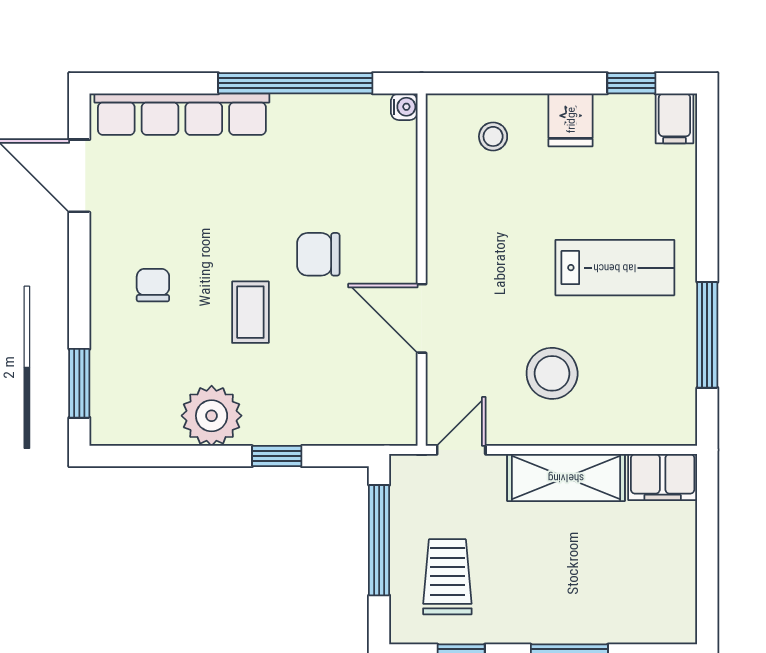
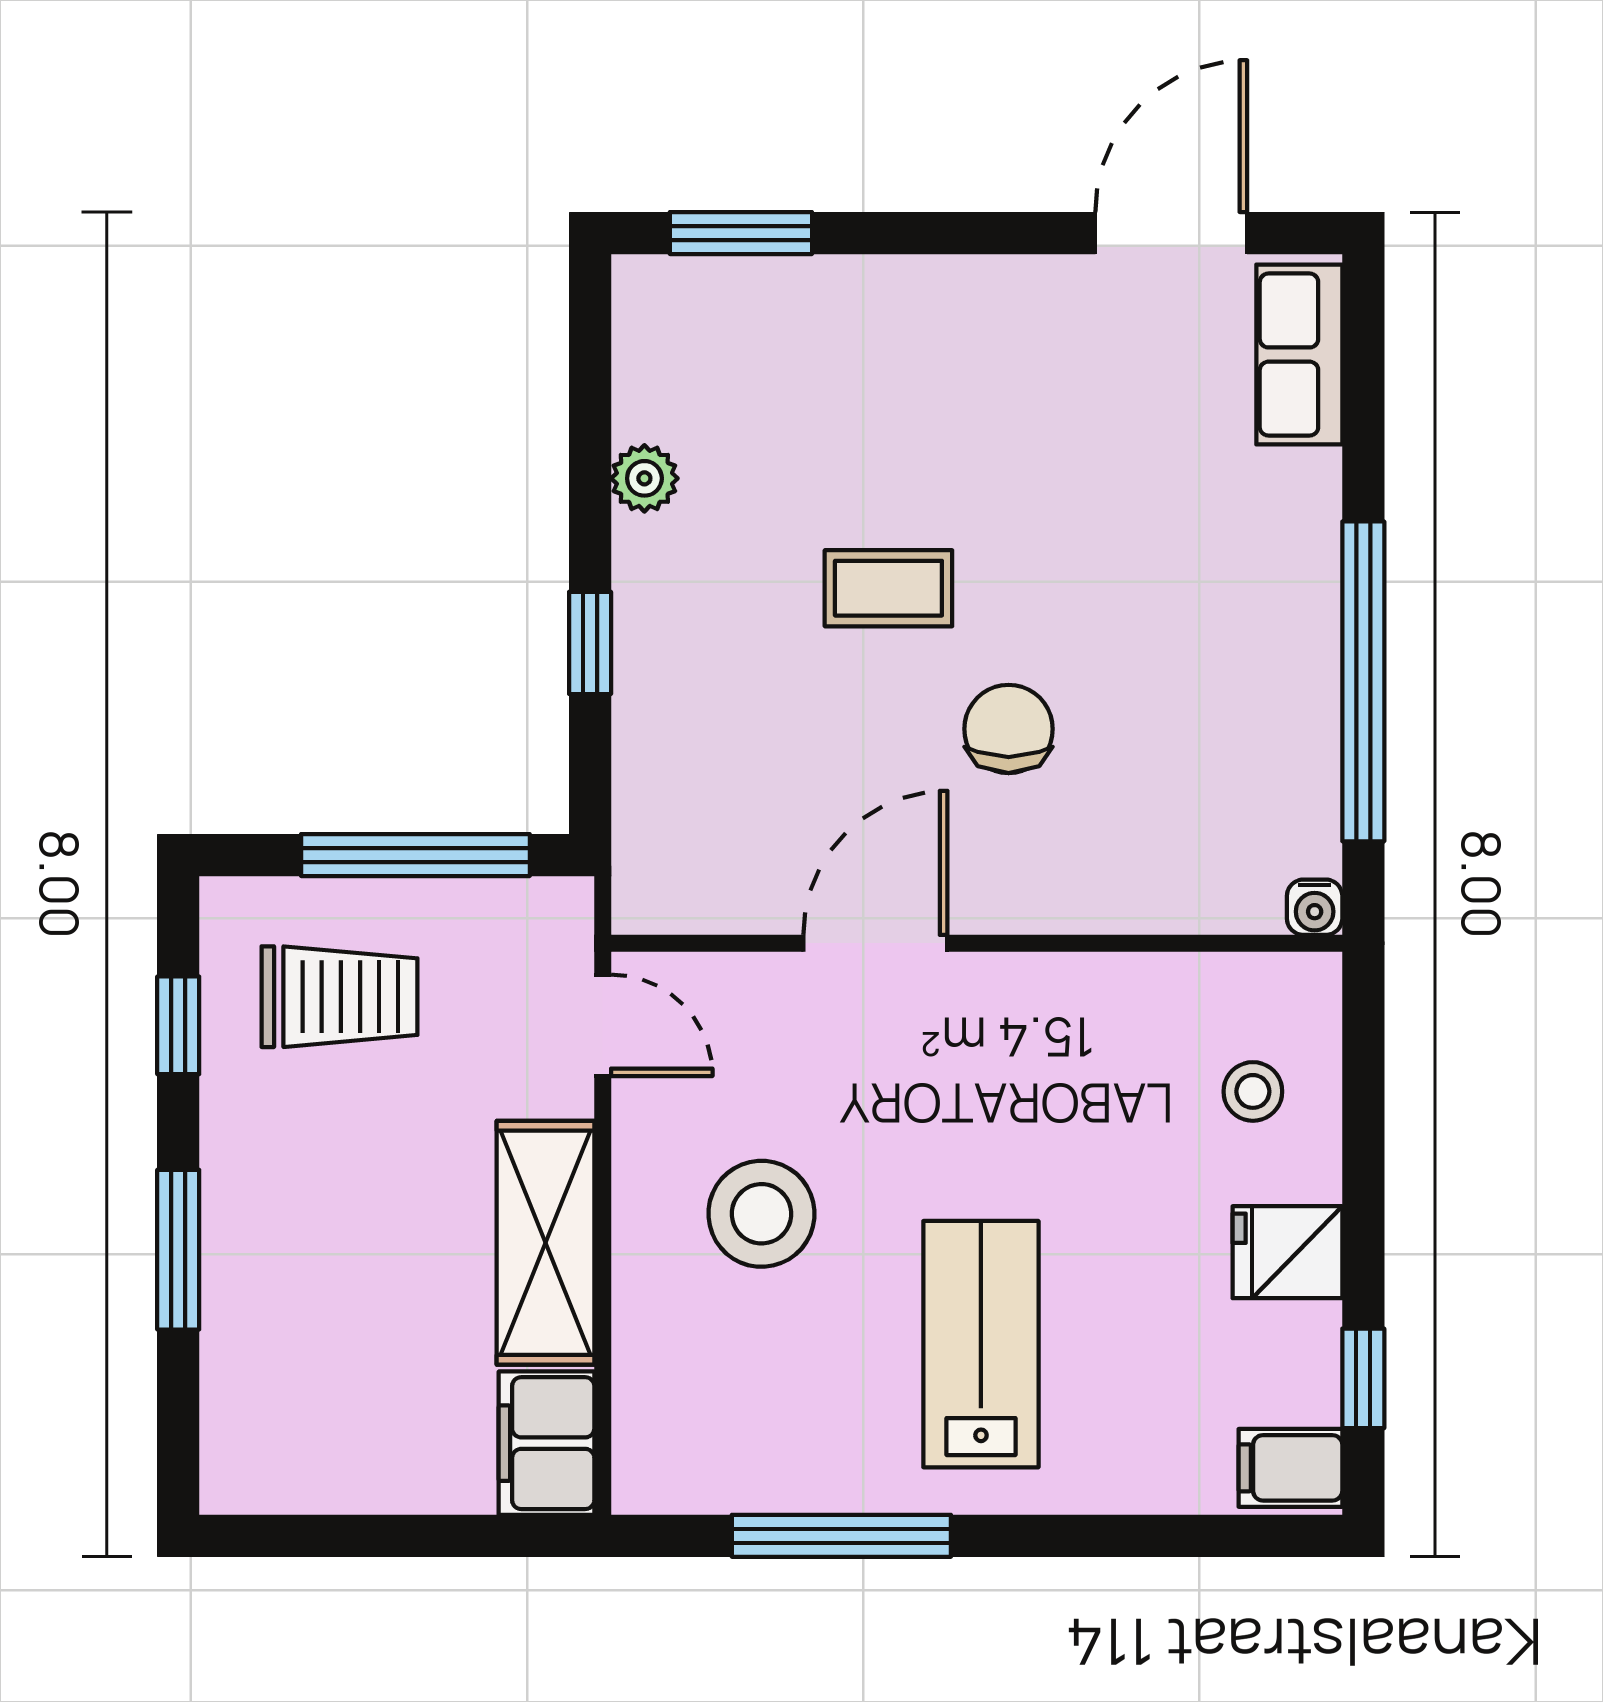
row of seats: (182, 114) -> (1299, 355), width x0.50
lab bench: (615, 268) -> (981, 1344), turned 180
chair: (153, 285) -> (945, 386), removed
plant: (212, 416) -> (644, 478), width x0.53, depth x0.53

